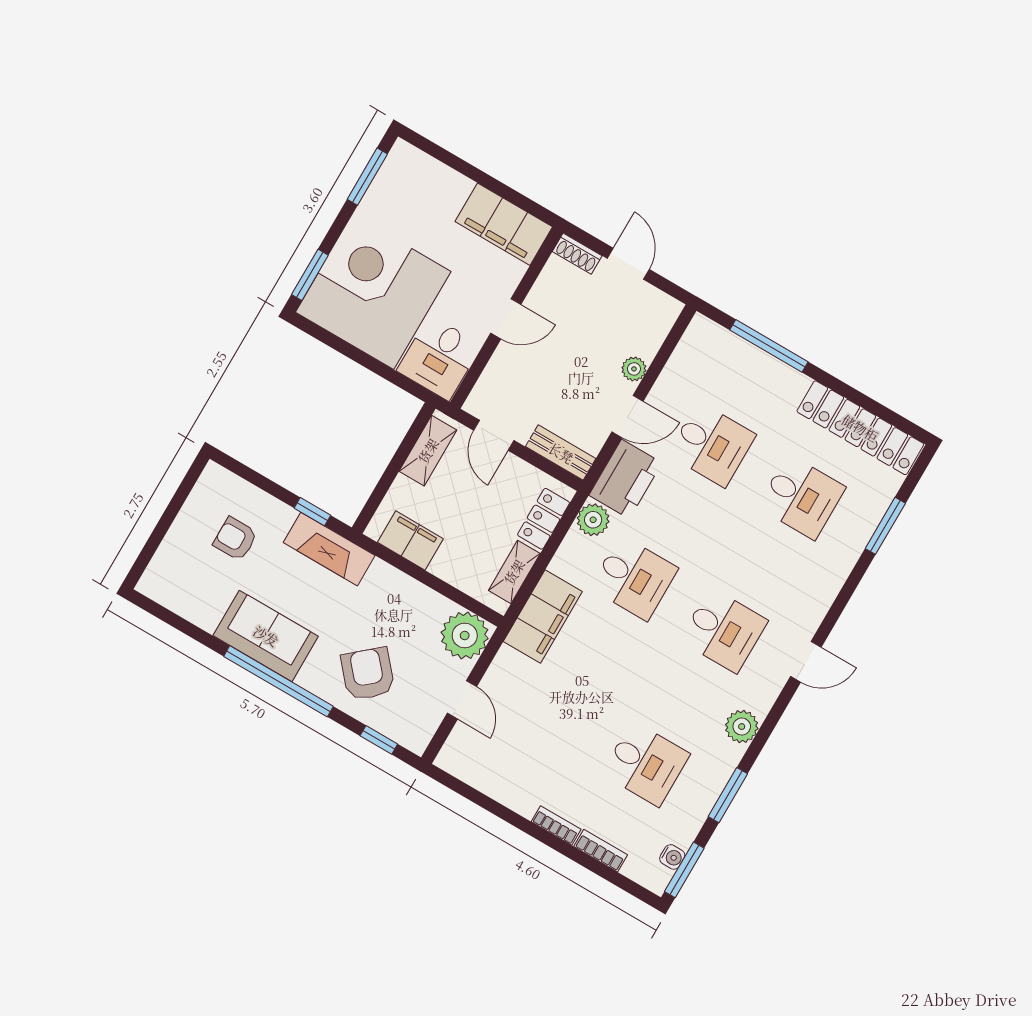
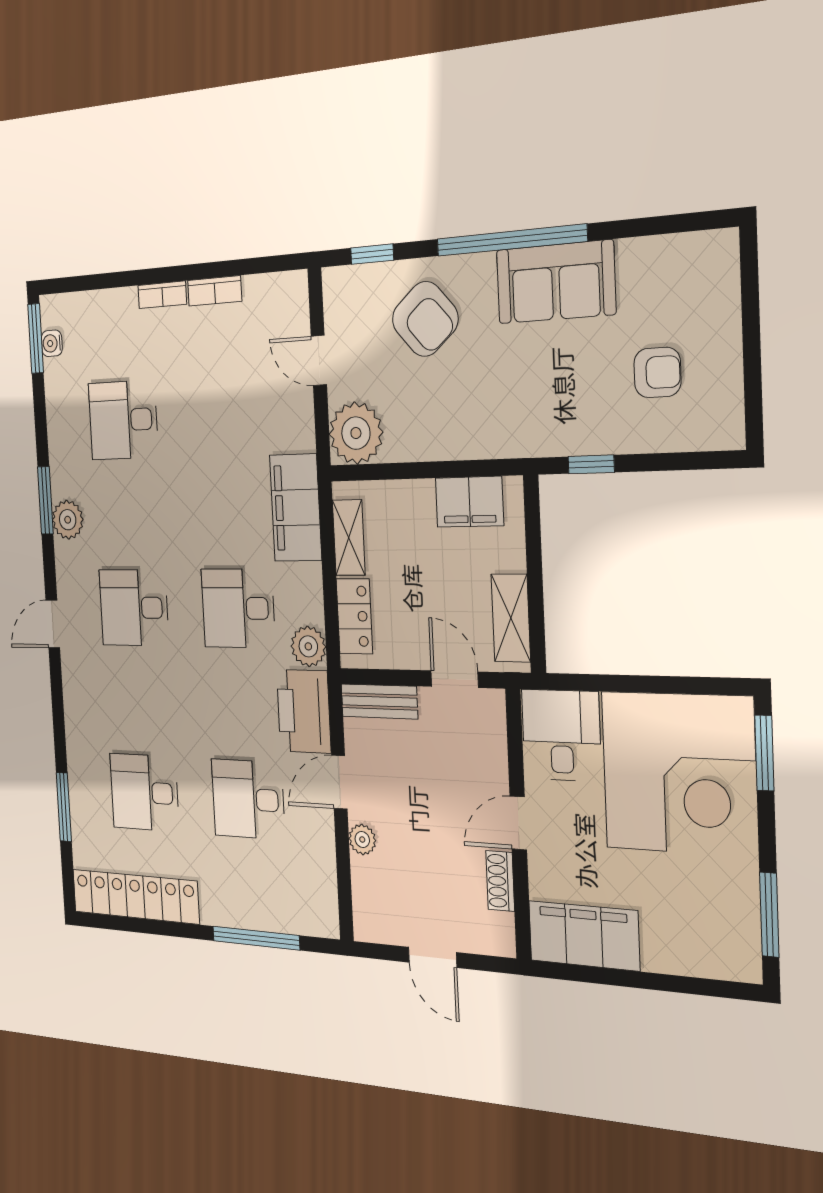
shoe rack: (577, 254) -> (500, 881), moved, turned -90
fireplace: (329, 549) -> (548, 433), removed
window: (728, 795) -> (45, 500), moved
bookcase: (601, 851) -> (215, 291), moved

